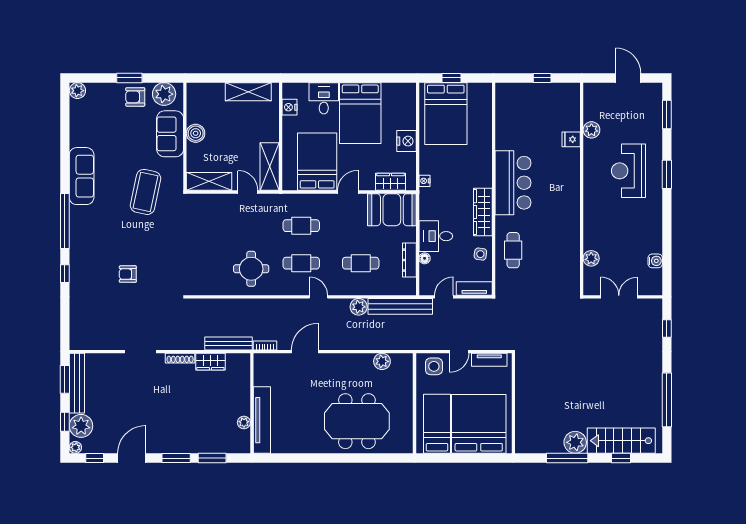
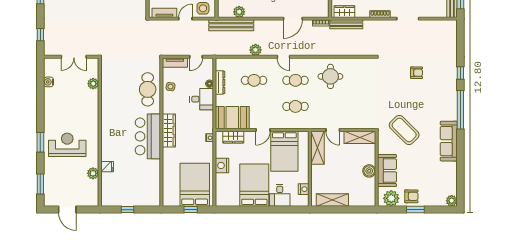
reception desk: (628, 171) -> (67, 145), turned -90
coffee table: (146, 192) -> (404, 130), turned -57
wardrobe: (483, 212) -> (169, 130), moved
cafe table: (513, 250) -> (148, 89), width x1.37, depth x1.35
bench: (400, 306) -> (231, 25), moved
wardrobe: (210, 362) -> (344, 12), moved

